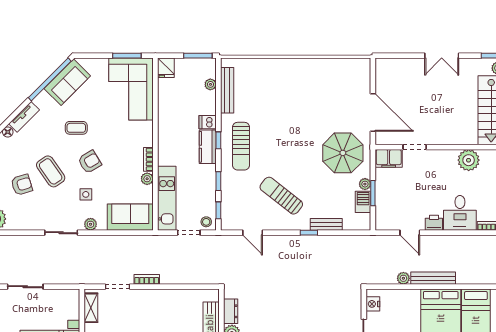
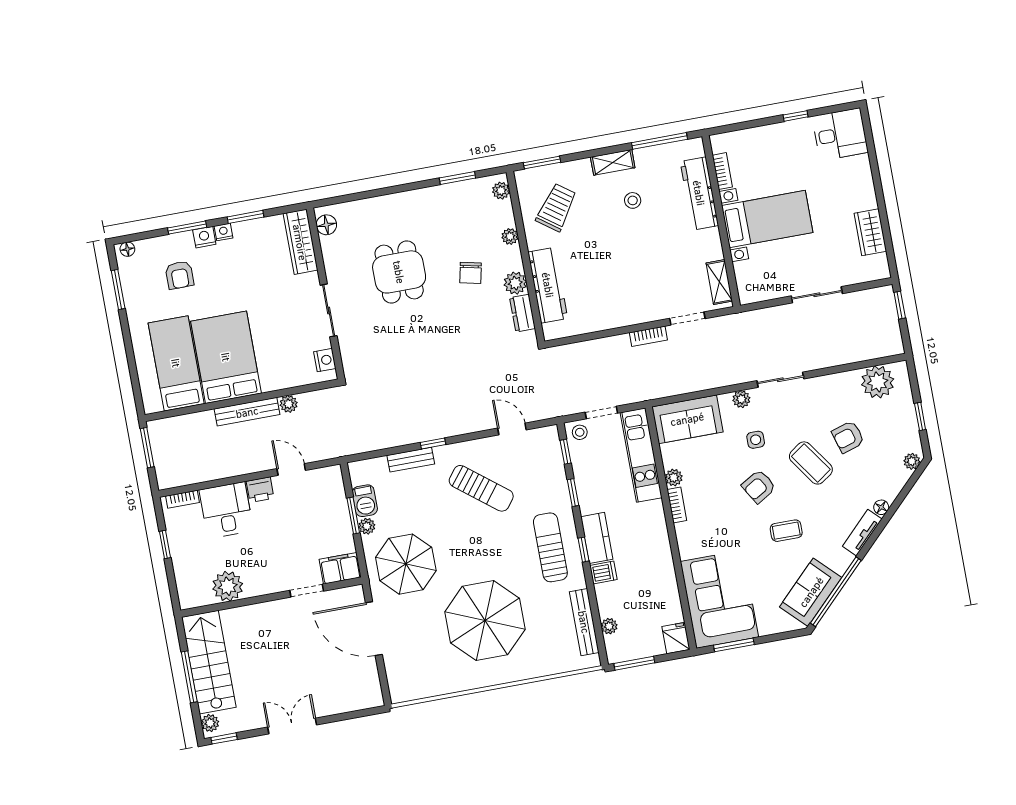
parasol: (295, 104) -> (485, 621), added

